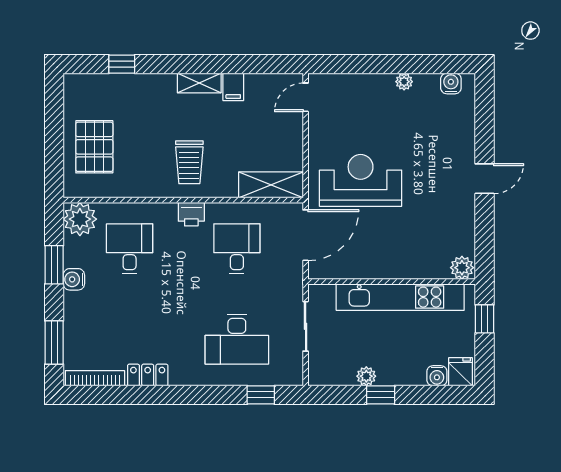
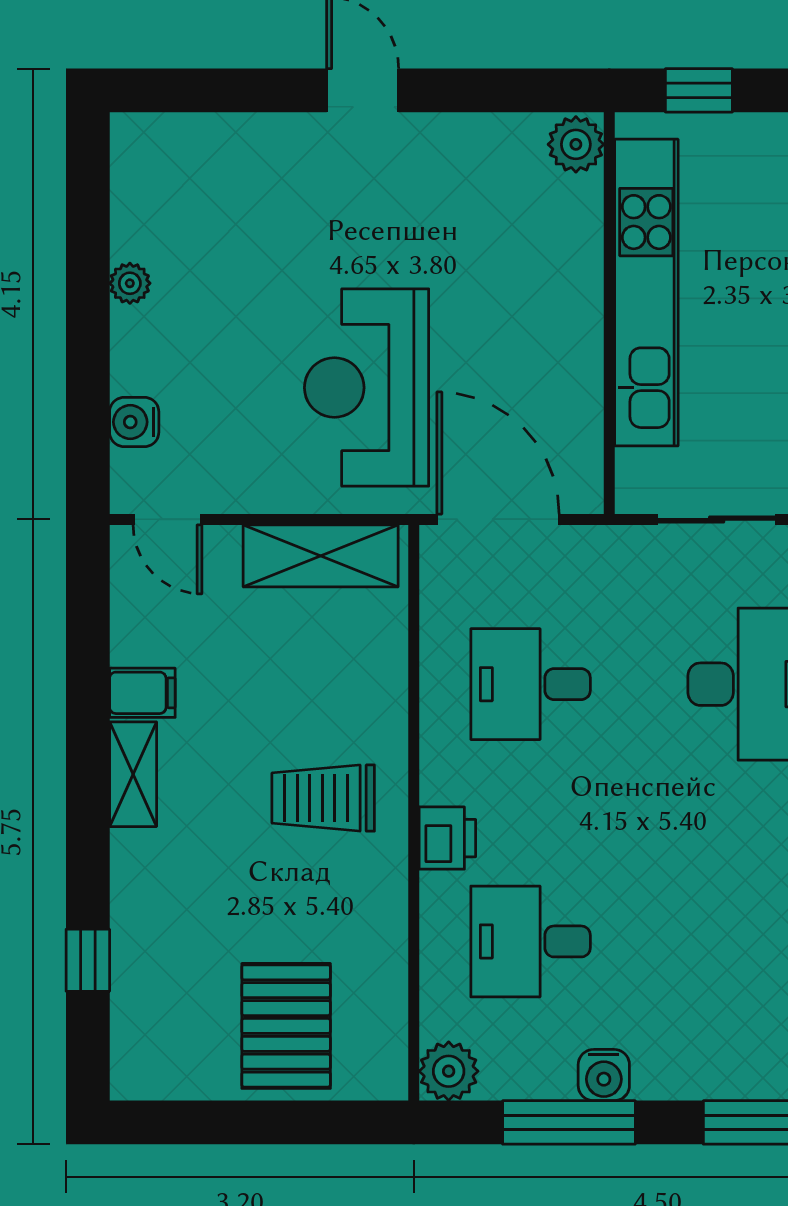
water cooler: (451, 83) -> (134, 422), moved
pallet: (94, 147) -> (286, 1026), turned 90
trolley: (189, 162) -> (323, 798), turned 180
shelving: (271, 185) -> (321, 556), moved, turned 90
printer: (191, 214) -> (447, 838), moved
plant: (80, 219) -> (449, 1071), width x0.73, depth x0.73
window: (54, 265) -> (569, 1122), width x1.44

